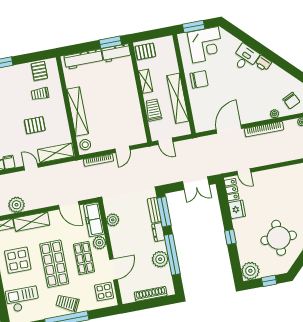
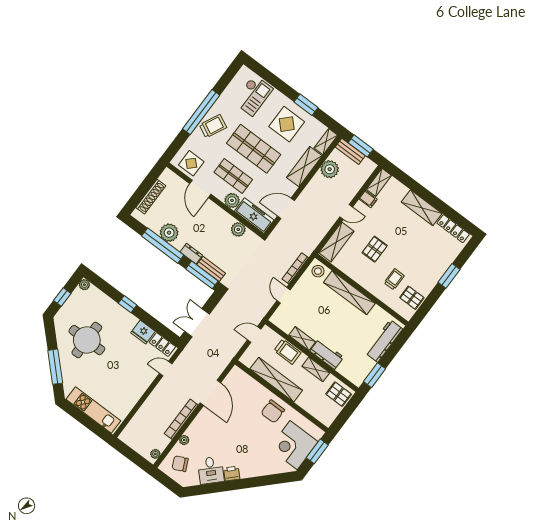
pallet: (145, 51) -> (339, 394), turned 90
workbench: (116, 53) -> (327, 354), moved, turned 90
desk: (245, 58) -> (211, 470), moved
shelving: (136, 110) -> (302, 338), added
plant: (250, 271) -> (84, 285), width x0.53, depth x0.53

